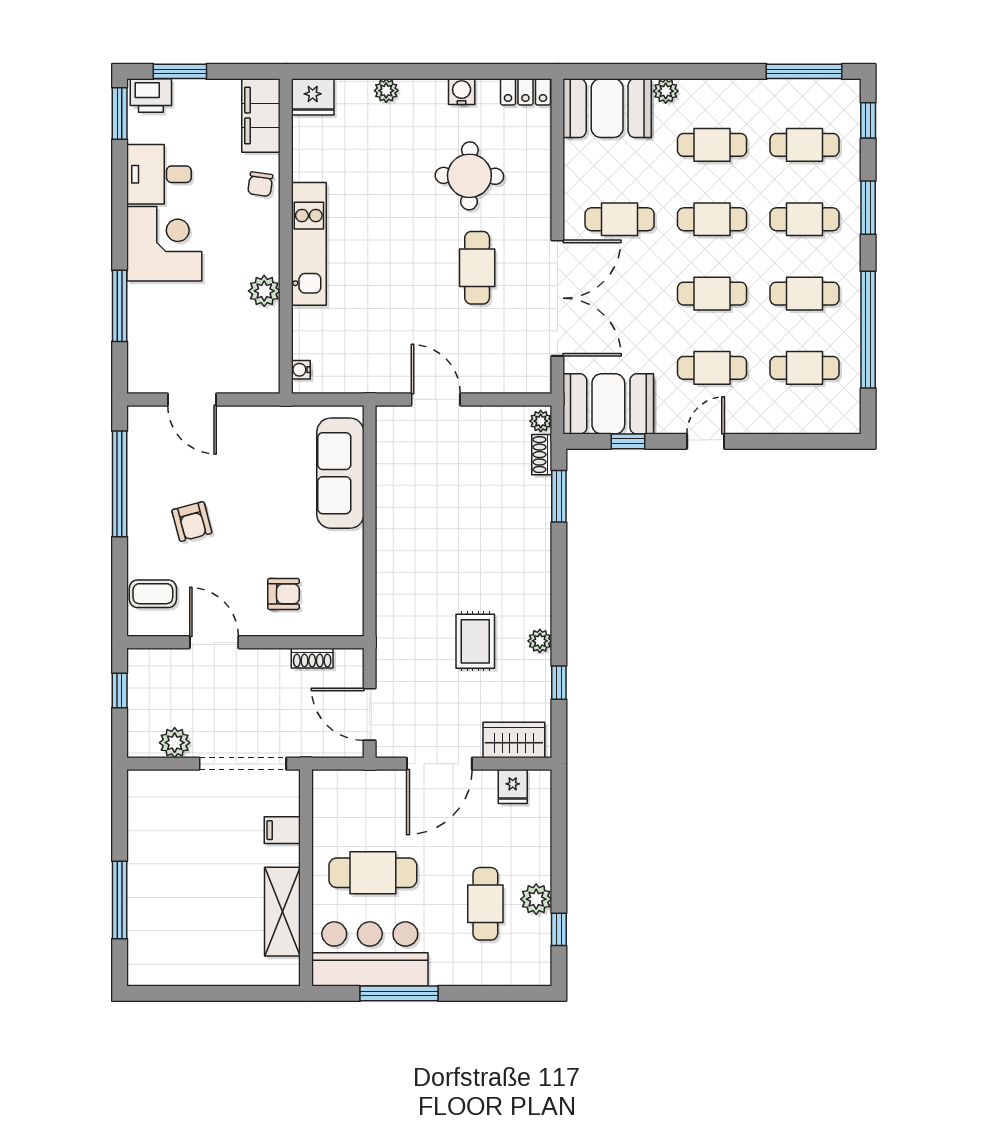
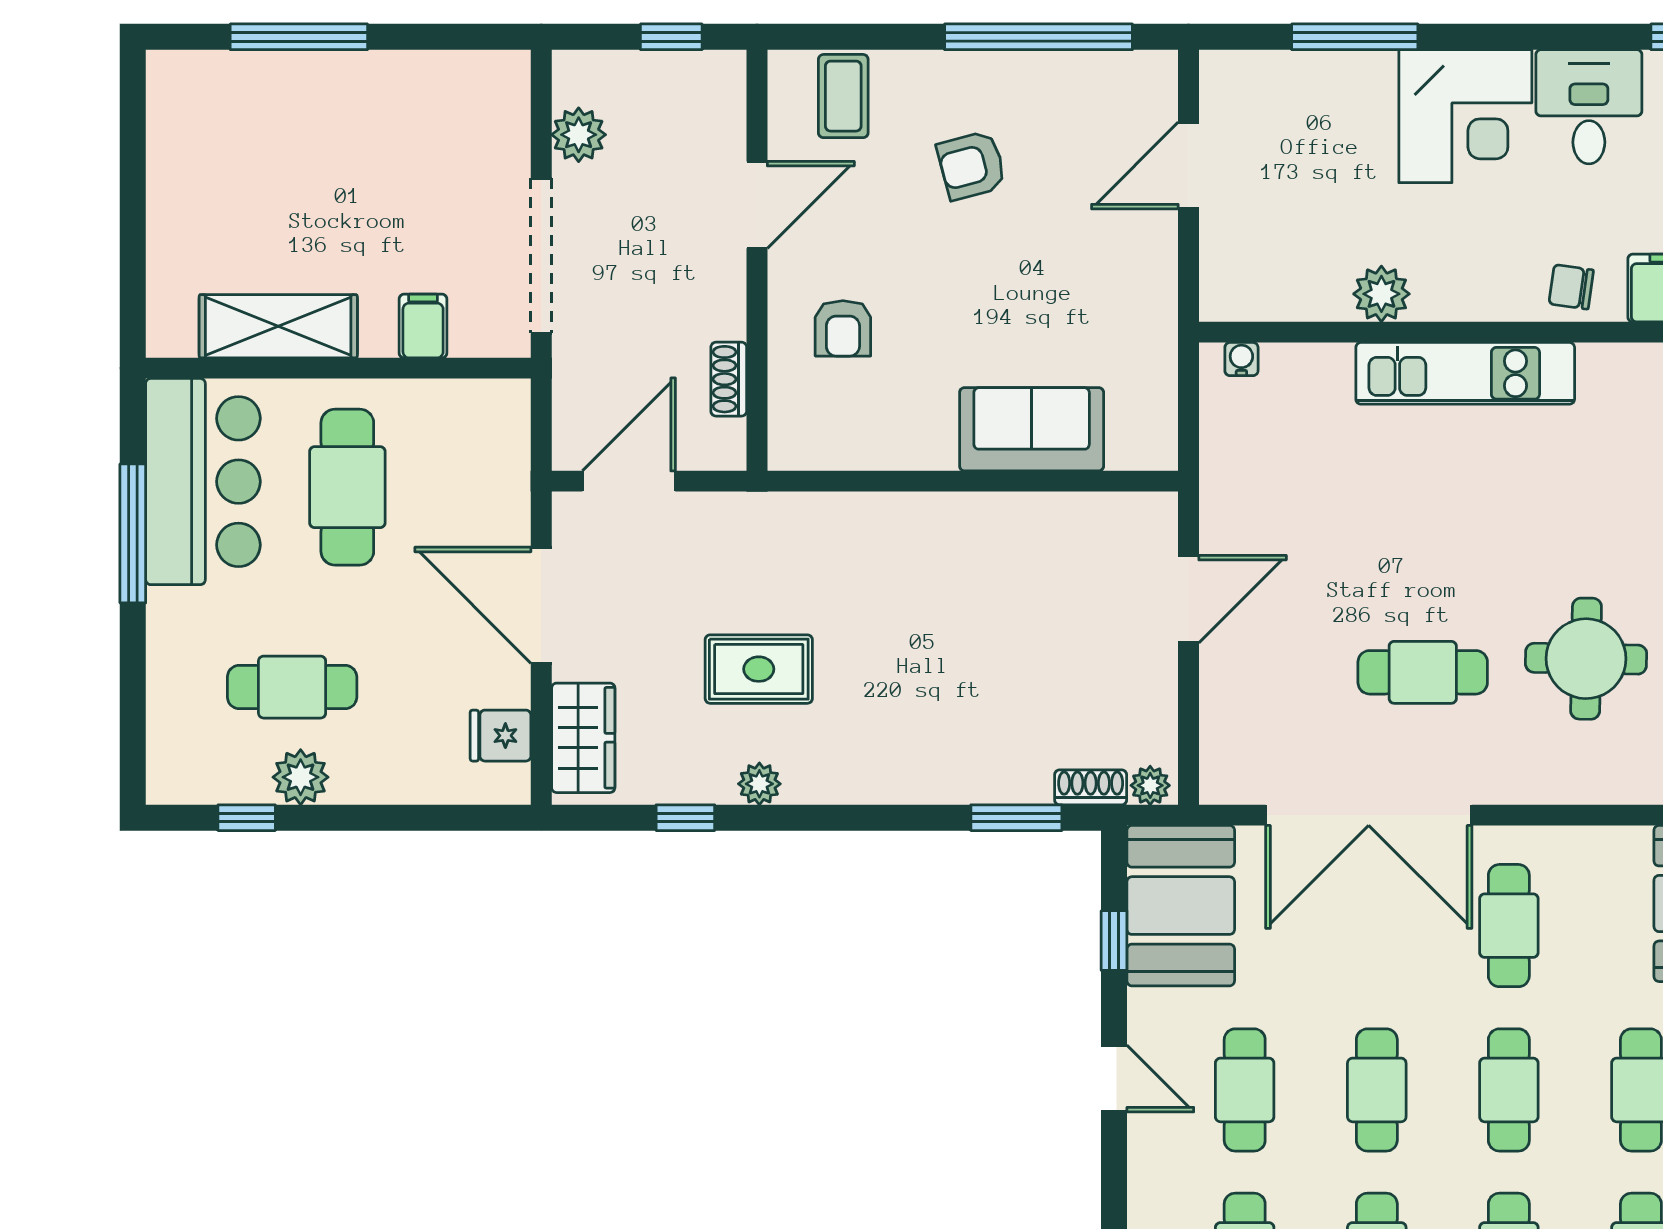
sofa: (340, 473) -> (1032, 429), width x0.73

